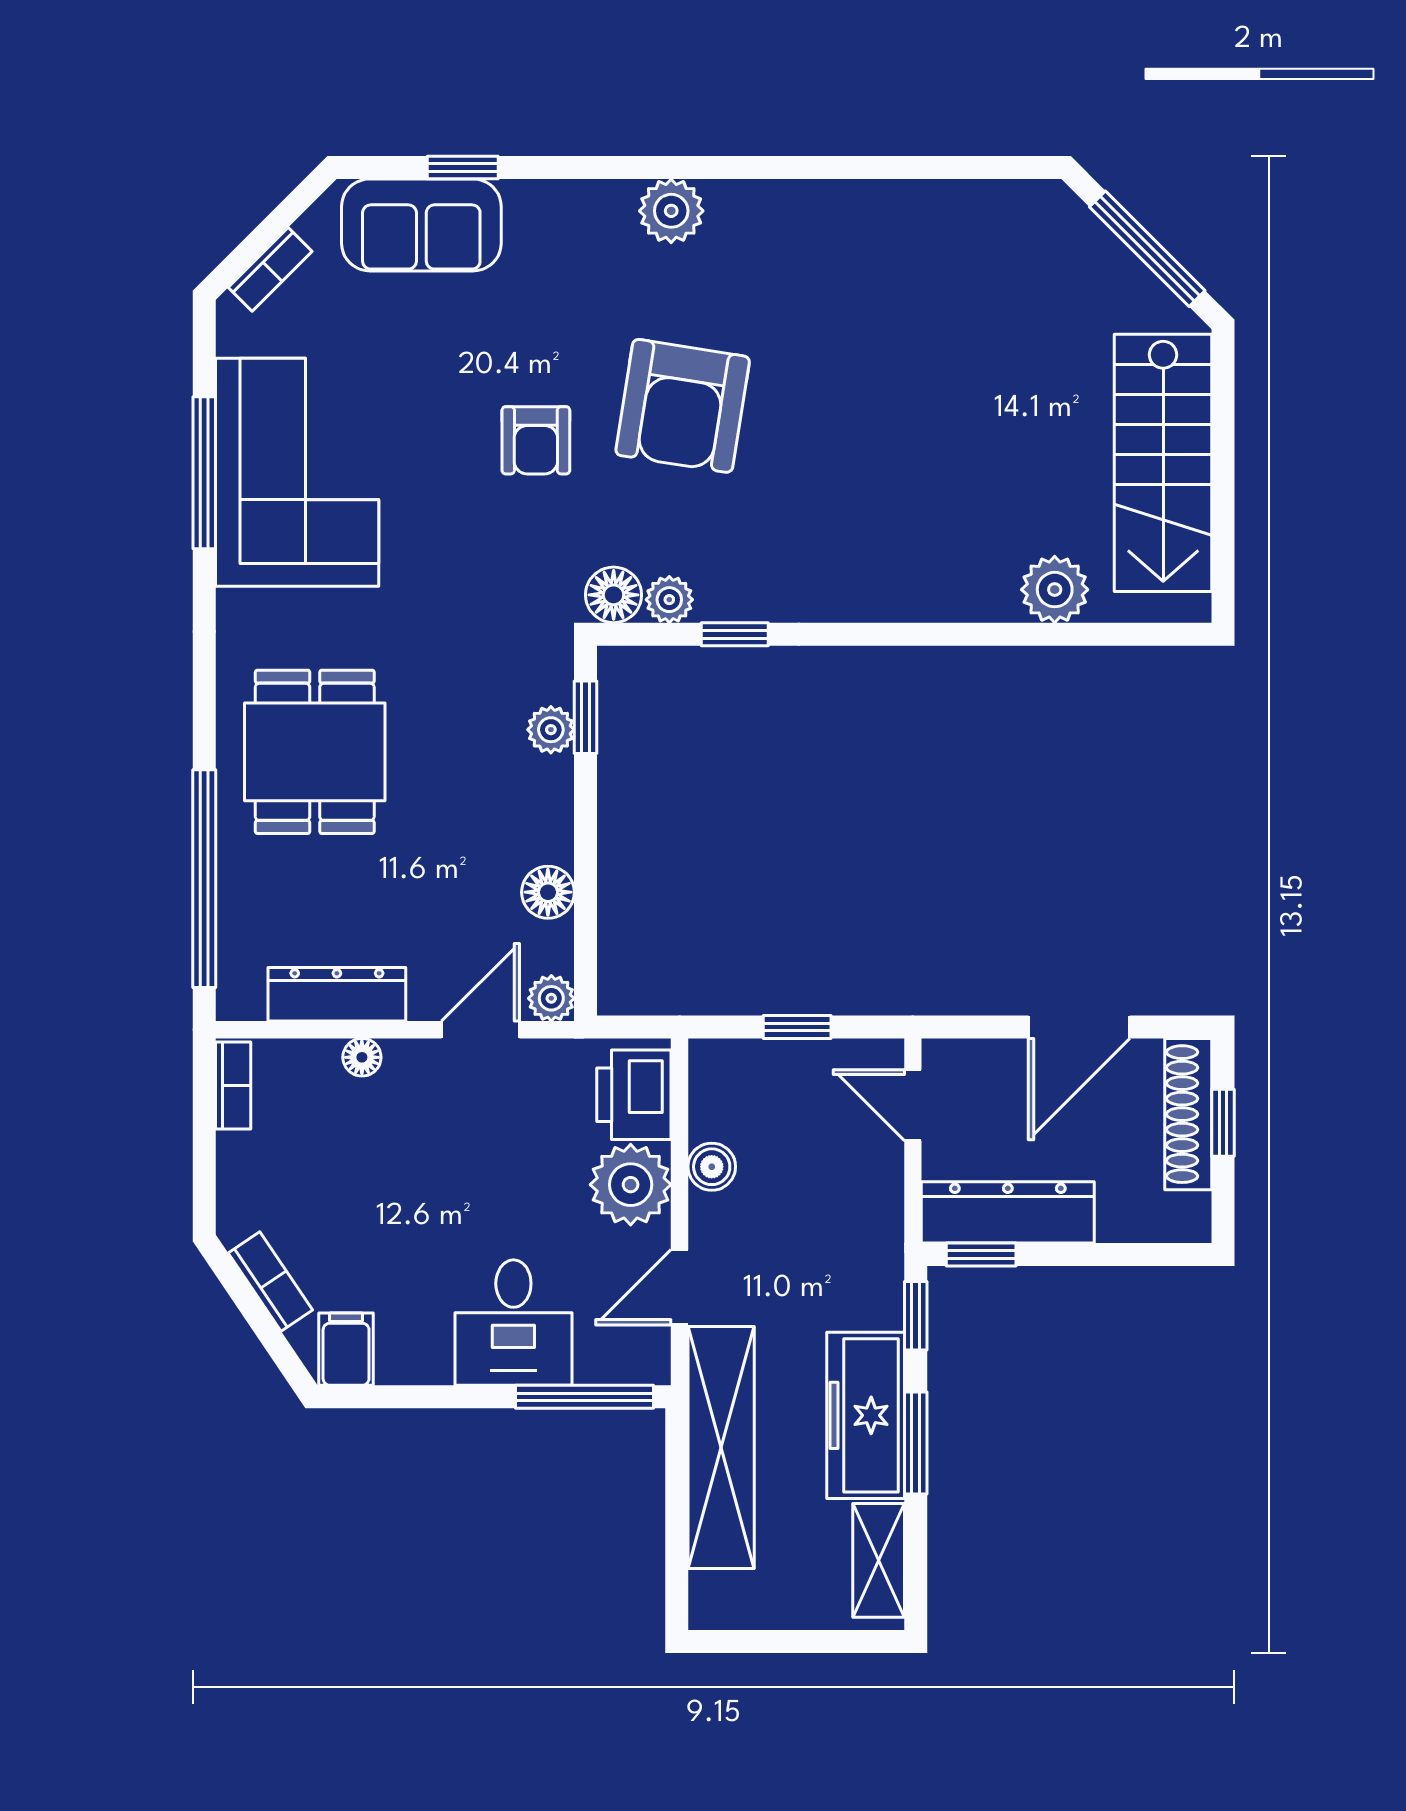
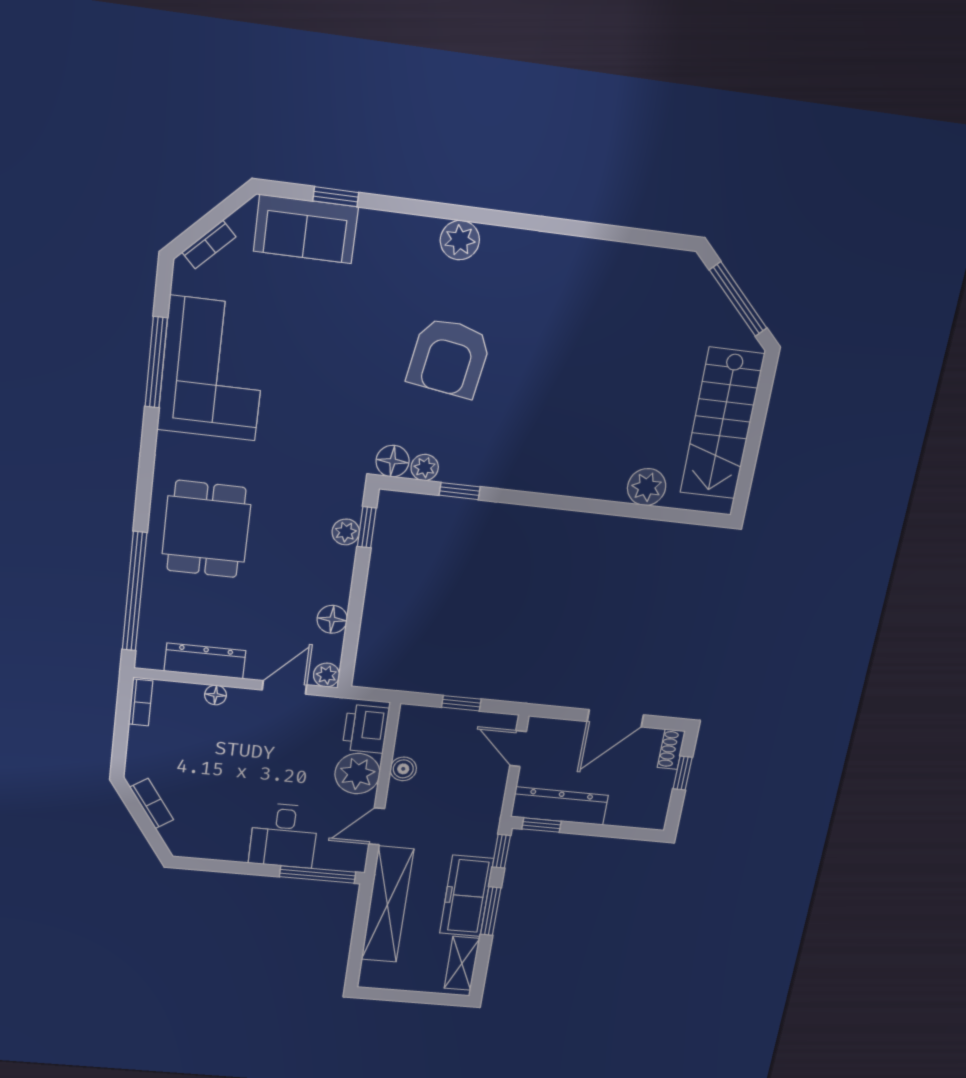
armchair: (536, 440) -> (359, 367), removed
shoe rack: (1188, 1114) -> (671, 749), width x0.51, depth x0.81
filing cabinet: (346, 1349) -> (190, 840), removed

